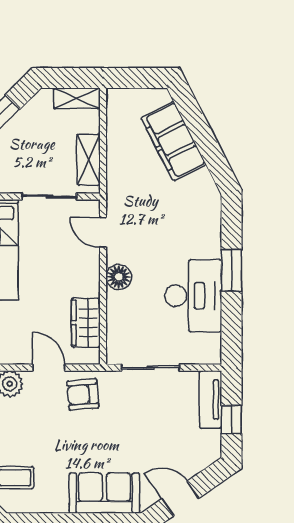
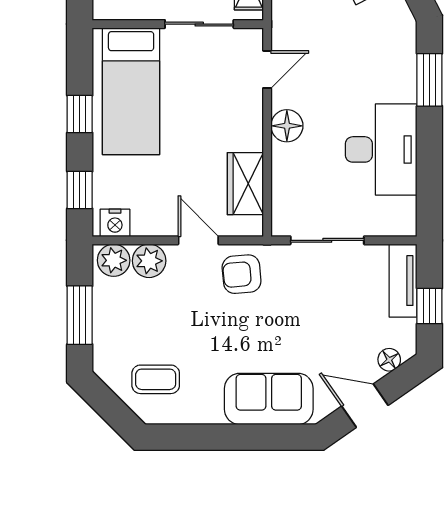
door: (103, 232) -> (267, 69), swing flipped
window: (231, 270) -> (429, 80), moved
floor lamp: (200, 462) -> (389, 360), added

